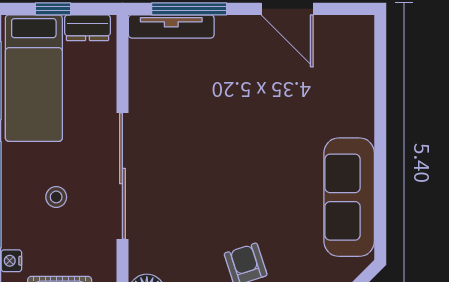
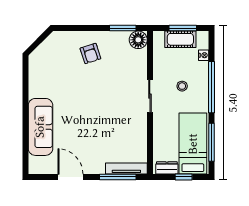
sliding door: (122, 176) -> (150, 96), width x0.54
sofa: (349, 197) -> (40, 127), moved

